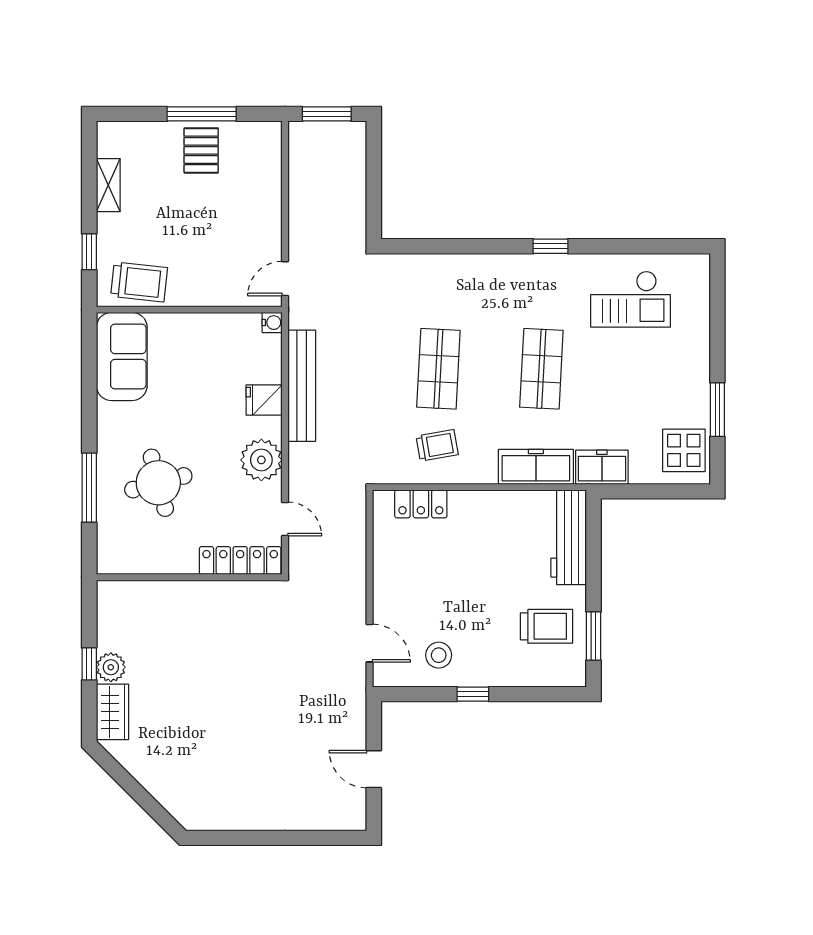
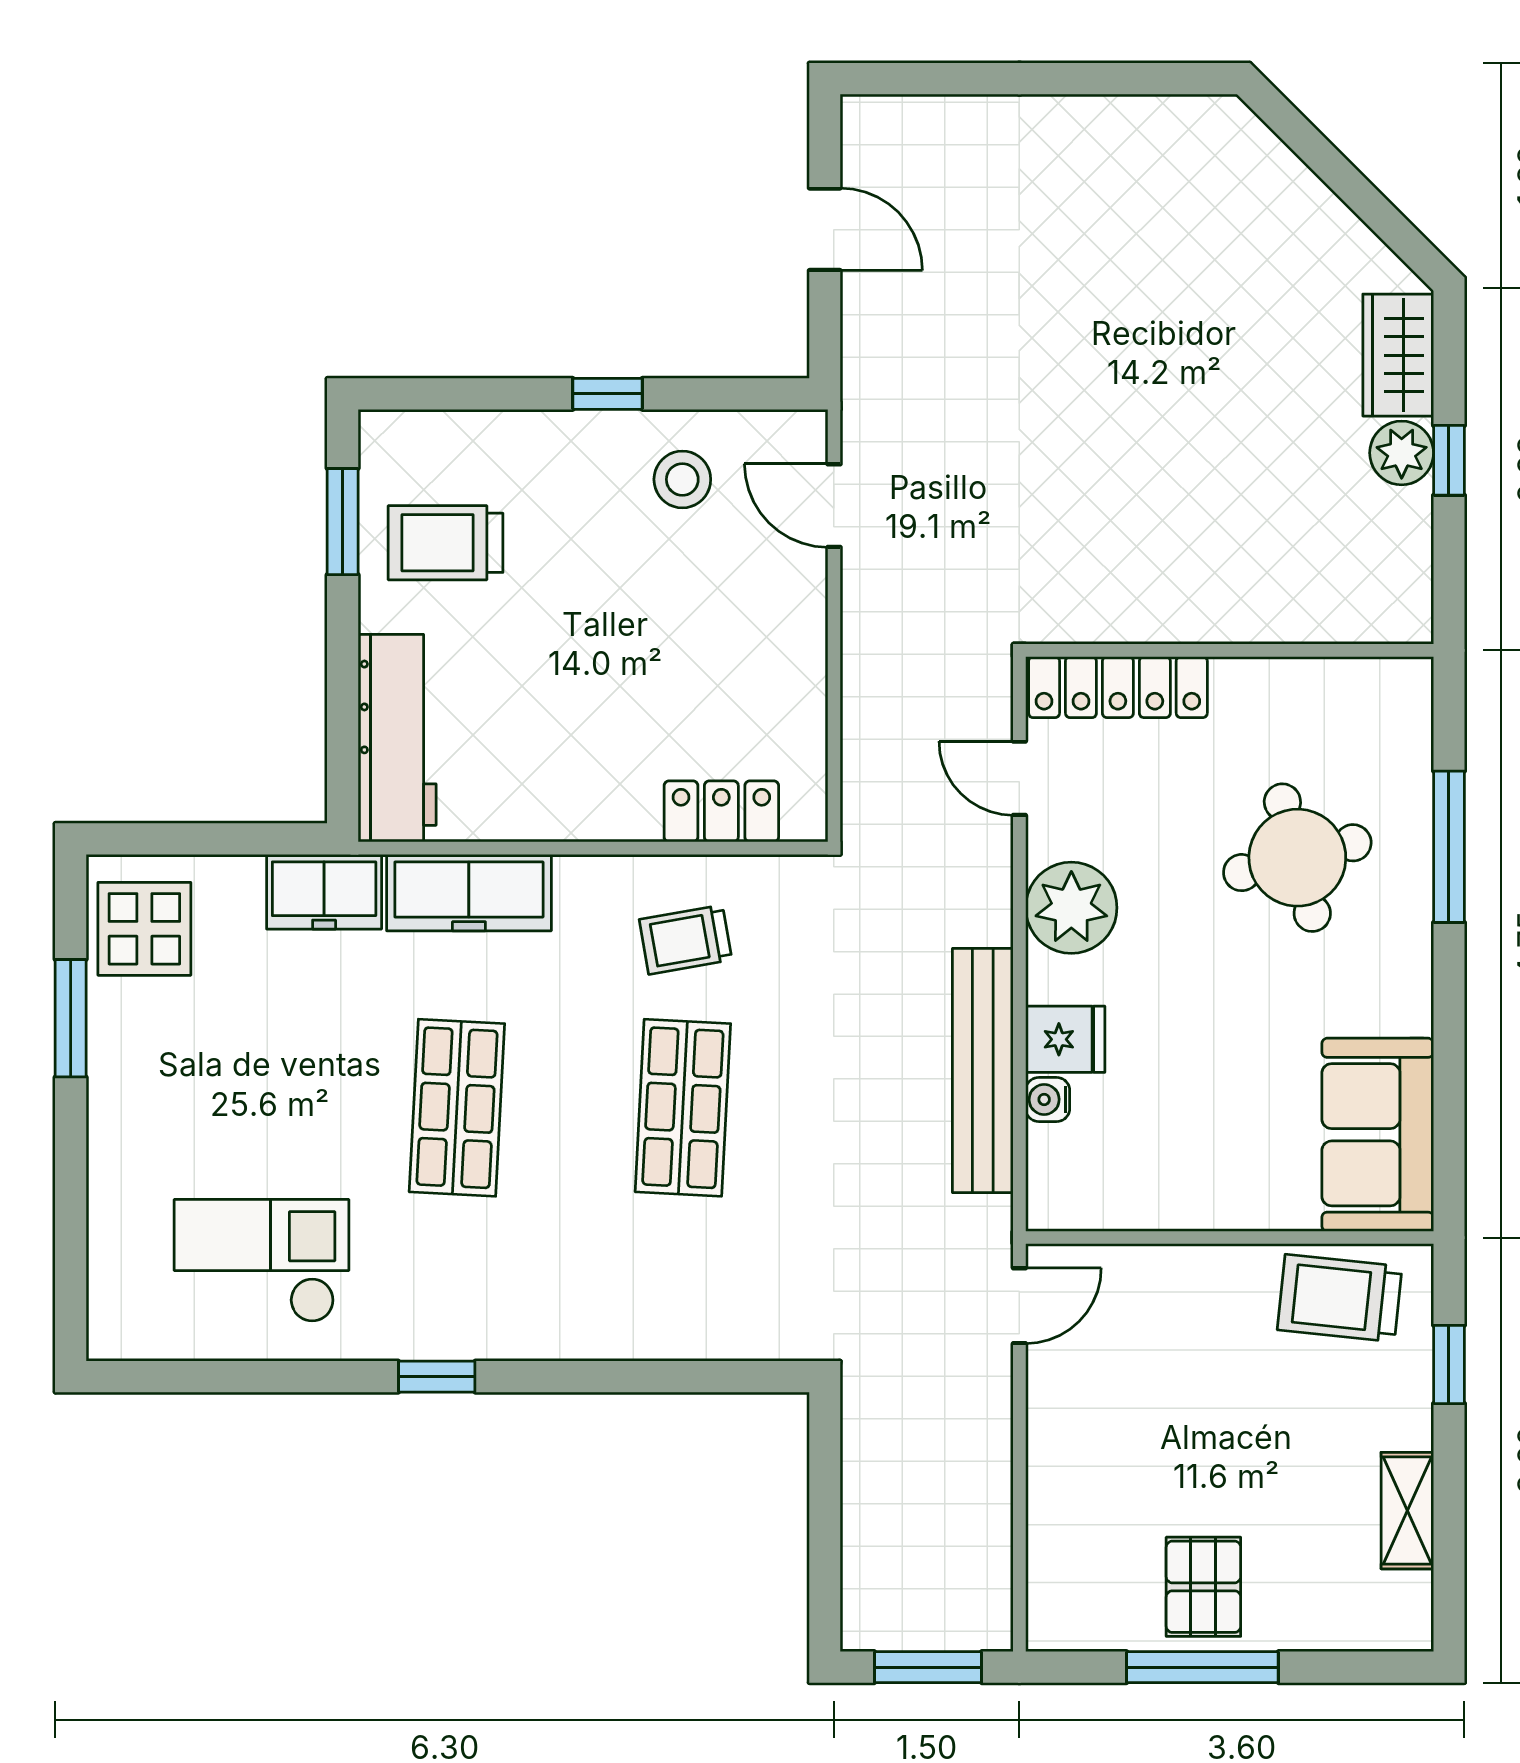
water cooler: (272, 323) -> (1048, 1099), moved

